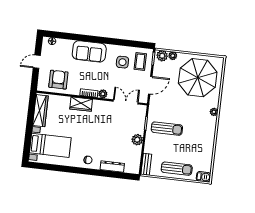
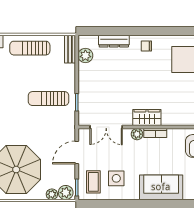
wardrobe: (81, 104) -> (147, 118), moved
plant: (137, 140) -> (85, 55), moved

